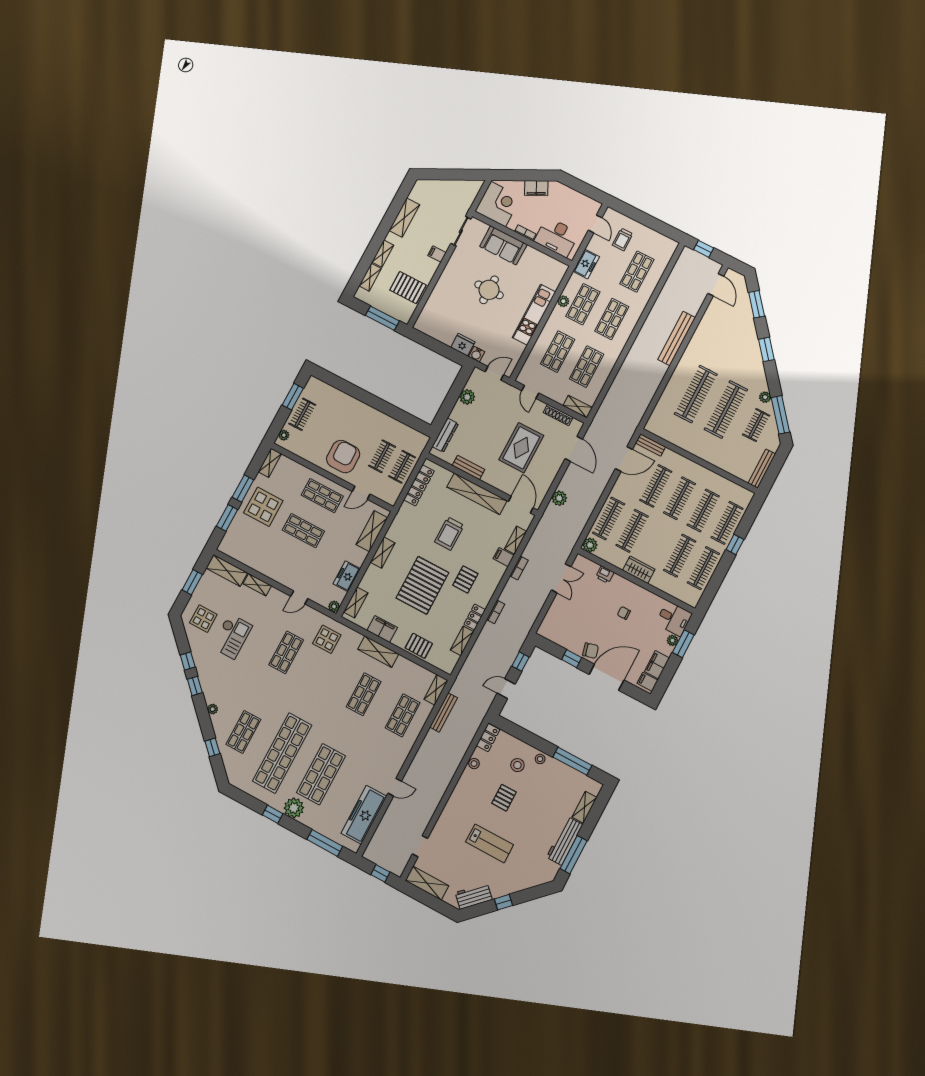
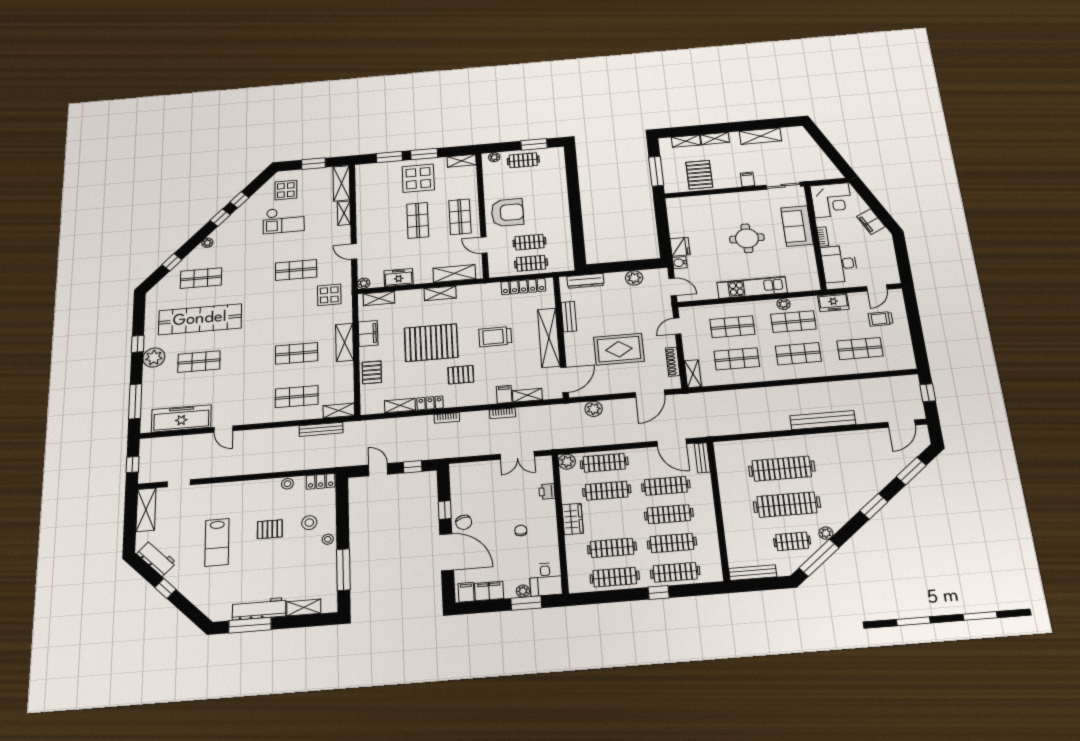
shop shelf: (321, 774) -> (199, 362), width x0.70, depth x0.74

